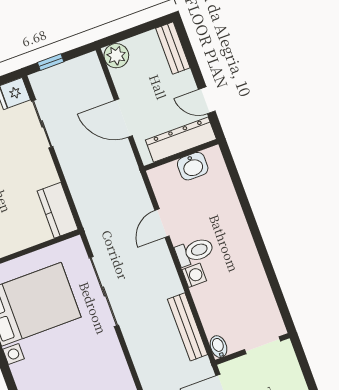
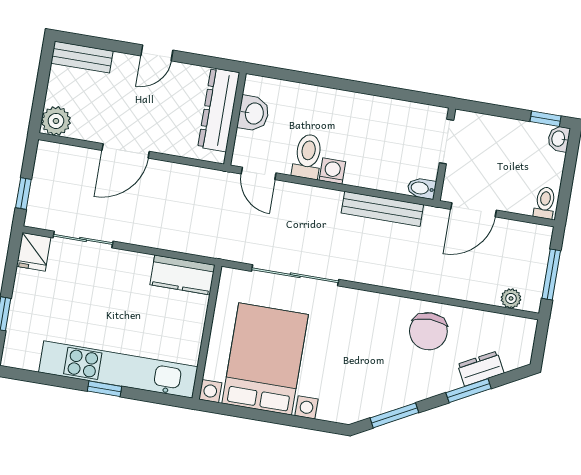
dresser: (181, 140) -> (219, 110), moved
wall: (181, 155) -> (235, 119), moved
washbasin: (193, 166) -> (253, 113), moved

